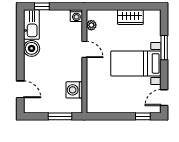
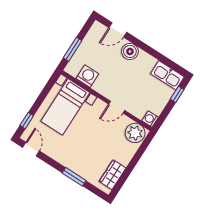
wardrobe: (130, 17) -> (113, 175), moved
plant: (91, 25) -> (135, 133), width x1.87, depth x1.87
boiler: (32, 48) -> (130, 51), moved
bed with nightstands: (136, 63) -> (65, 107), moved, turned 180

